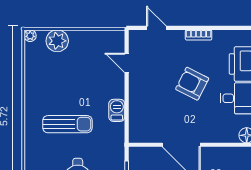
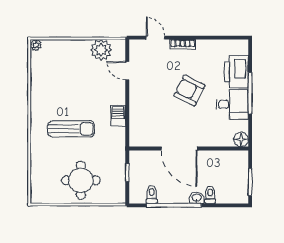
bookcase: (199, 35) -> (183, 44), moved
plant: (57, 41) -> (101, 50), moved

